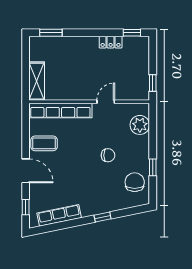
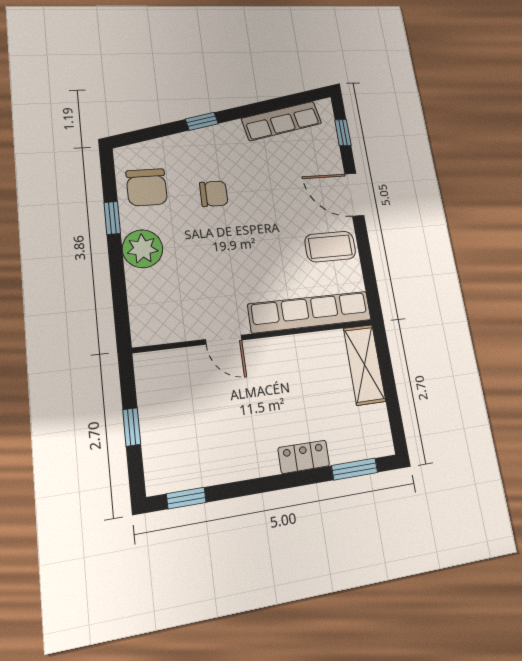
locker: (111, 42) -> (304, 457), moved
window: (153, 83) -> (132, 427), moved
door: (106, 102) -> (224, 340), hinge flipped
plant: (140, 125) -> (143, 249), moved
chair: (108, 155) -> (214, 194), moved, turned 180

